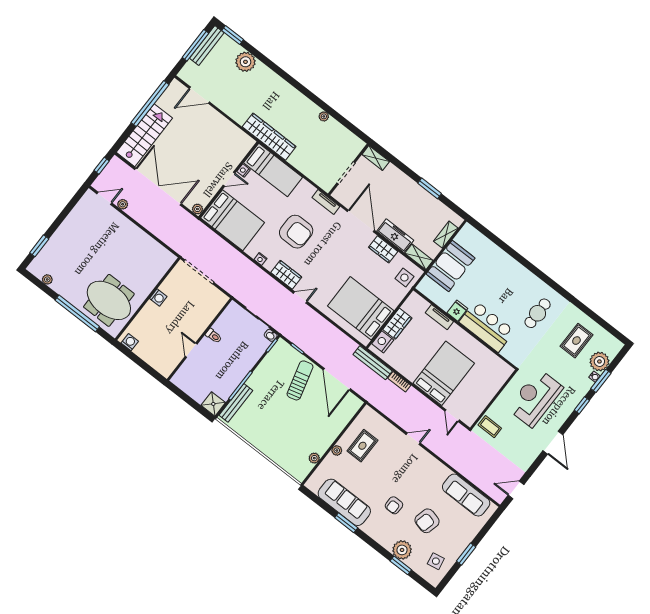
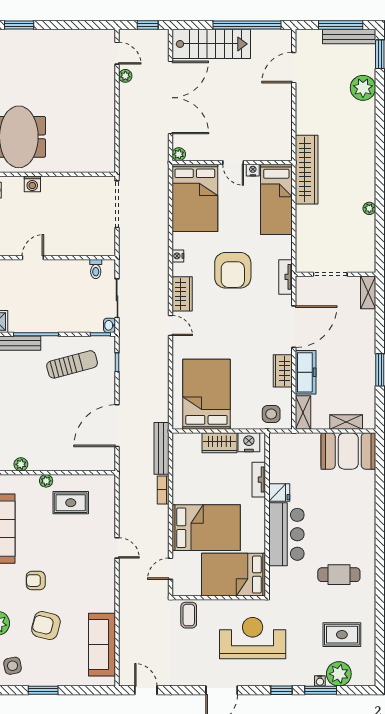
door: (199, 95) -> (294, 68), hinge flipped
booth: (450, 266) -> (348, 451), moved
washing machine: (158, 298) -> (32, 184), moved
toilet: (214, 336) -> (96, 269), moved
nightstand: (383, 342) -> (249, 442), moved
bed: (486, 379) -> (234, 575), added
sun lounger: (300, 380) -> (72, 364), moved

